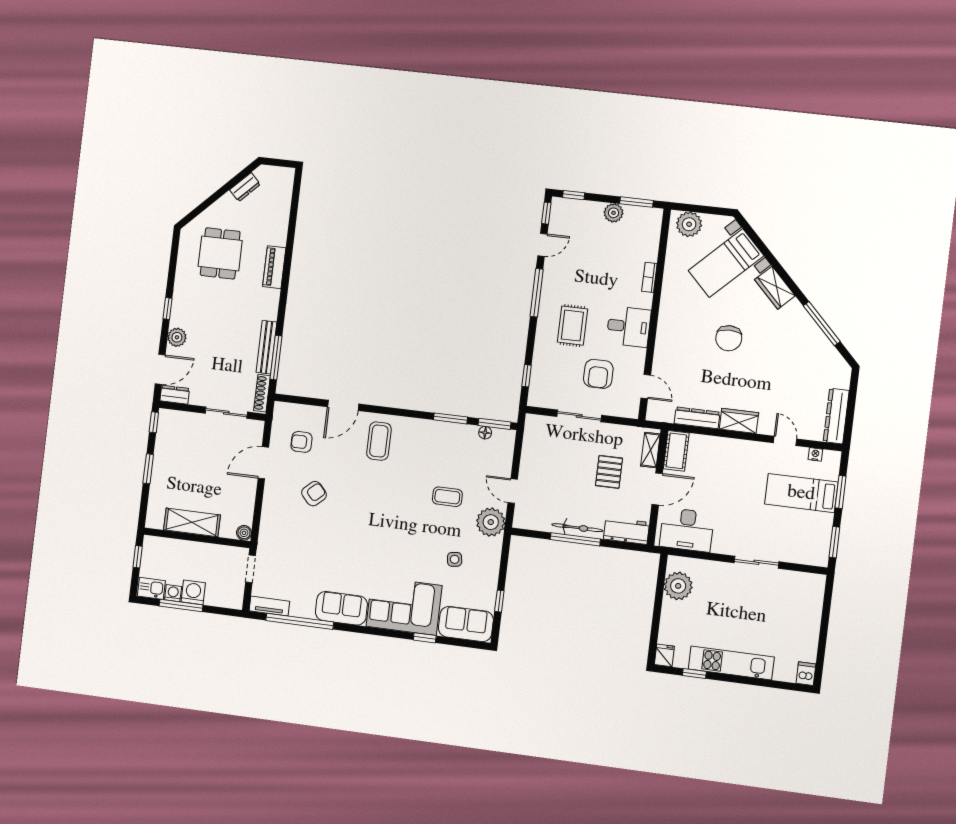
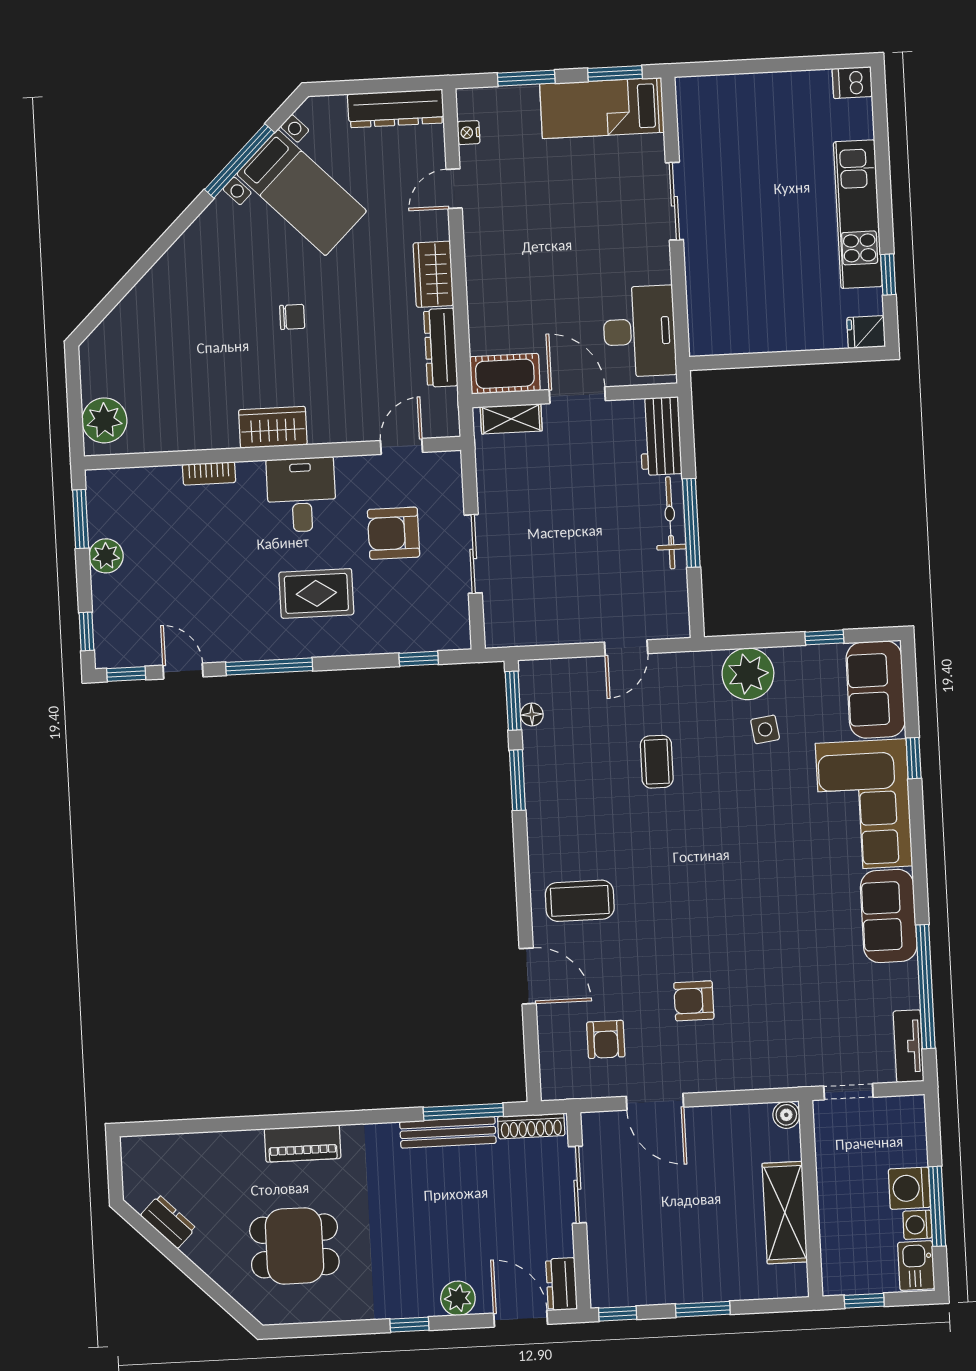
bed with nightstands: (726, 263) -> (302, 193), moved
wardrobe: (775, 288) -> (273, 427), moved, turned -136
chair: (729, 338) -> (292, 317), width x0.54, depth x0.54
armchair: (598, 374) -> (394, 533), turned 180
pallet: (609, 472) -> (562, 485), removed
bed: (801, 493) -> (602, 108), moved, turned 90
armchair: (314, 494) -> (694, 1001), turned -47
plant: (491, 522) -> (748, 674), moved
plant: (678, 586) -> (740, 329), removed

